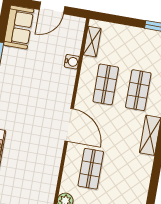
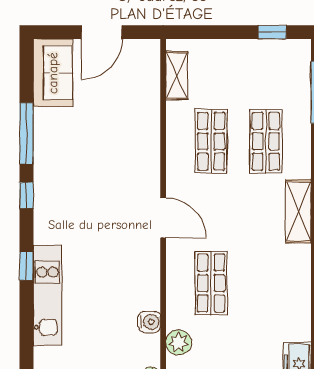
water cooler: (72, 62) -> (149, 322), moved
door: (69, 125) -> (163, 218), width x0.73

